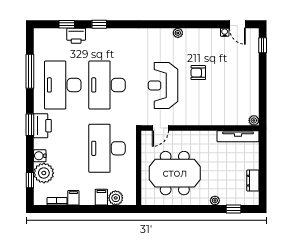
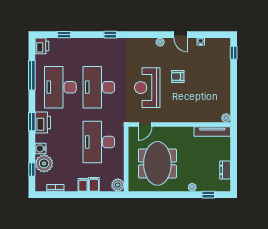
window: (99, 24) -> (110, 35), moved
door: (237, 24) -> (181, 35), moved
printer: (76, 36) -> (42, 46), moved, turned -90
meeting table: (175, 173) -> (157, 163), turned 90
filing cabinet: (73, 198) -> (83, 185), moved
plant: (116, 198) -> (118, 185), moved

